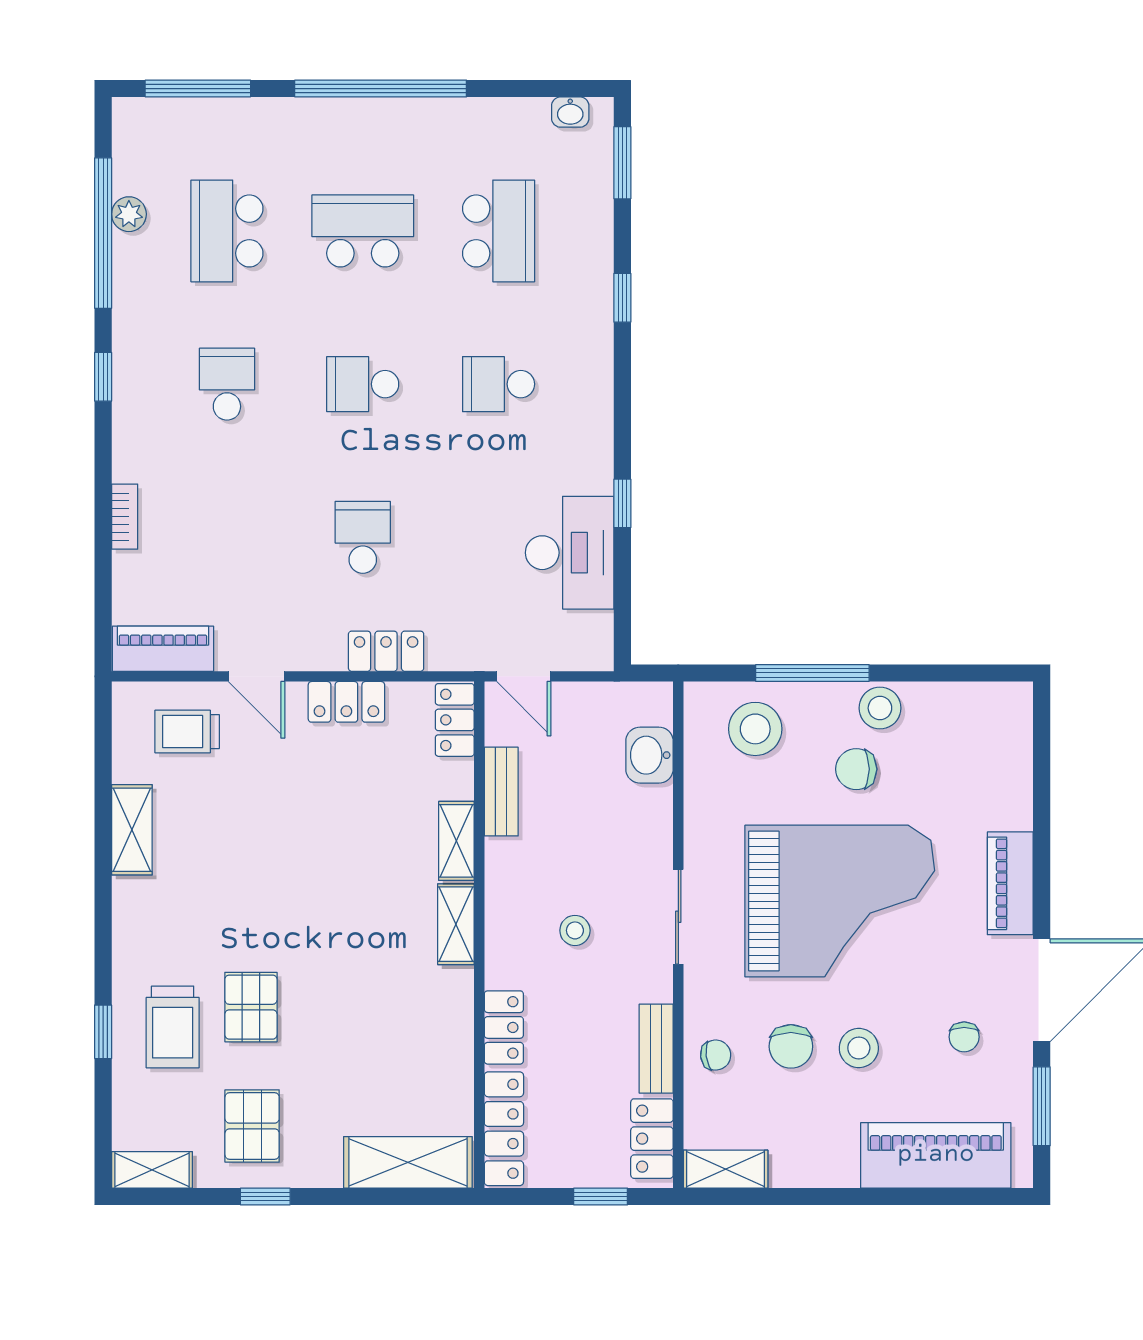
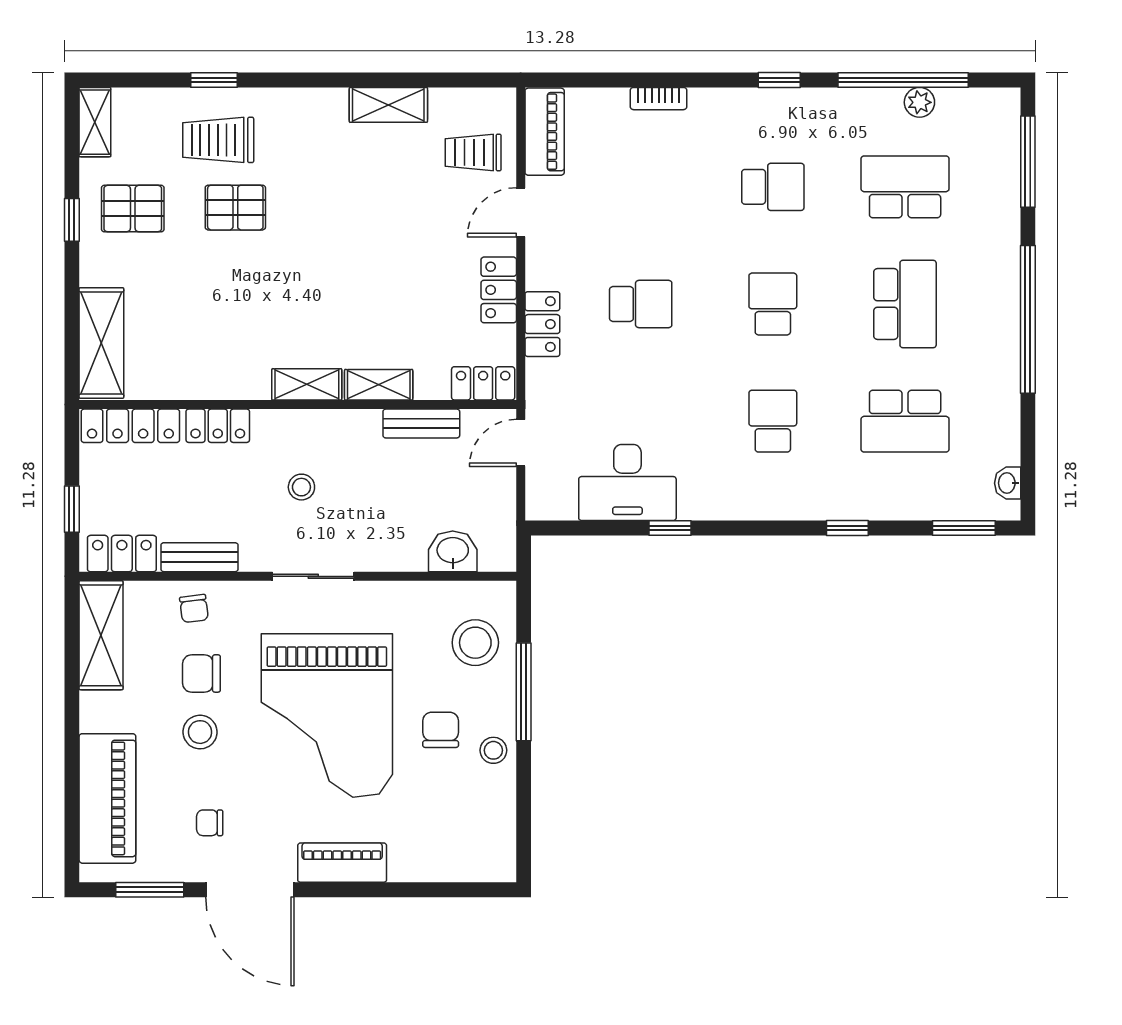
stool: (880, 708) -> (493, 750), width x0.73, depth x0.73
trolley: (187, 732) -> (473, 152), turned -90
shelving: (726, 1169) -> (101, 635), width x1.50, depth x1.33

